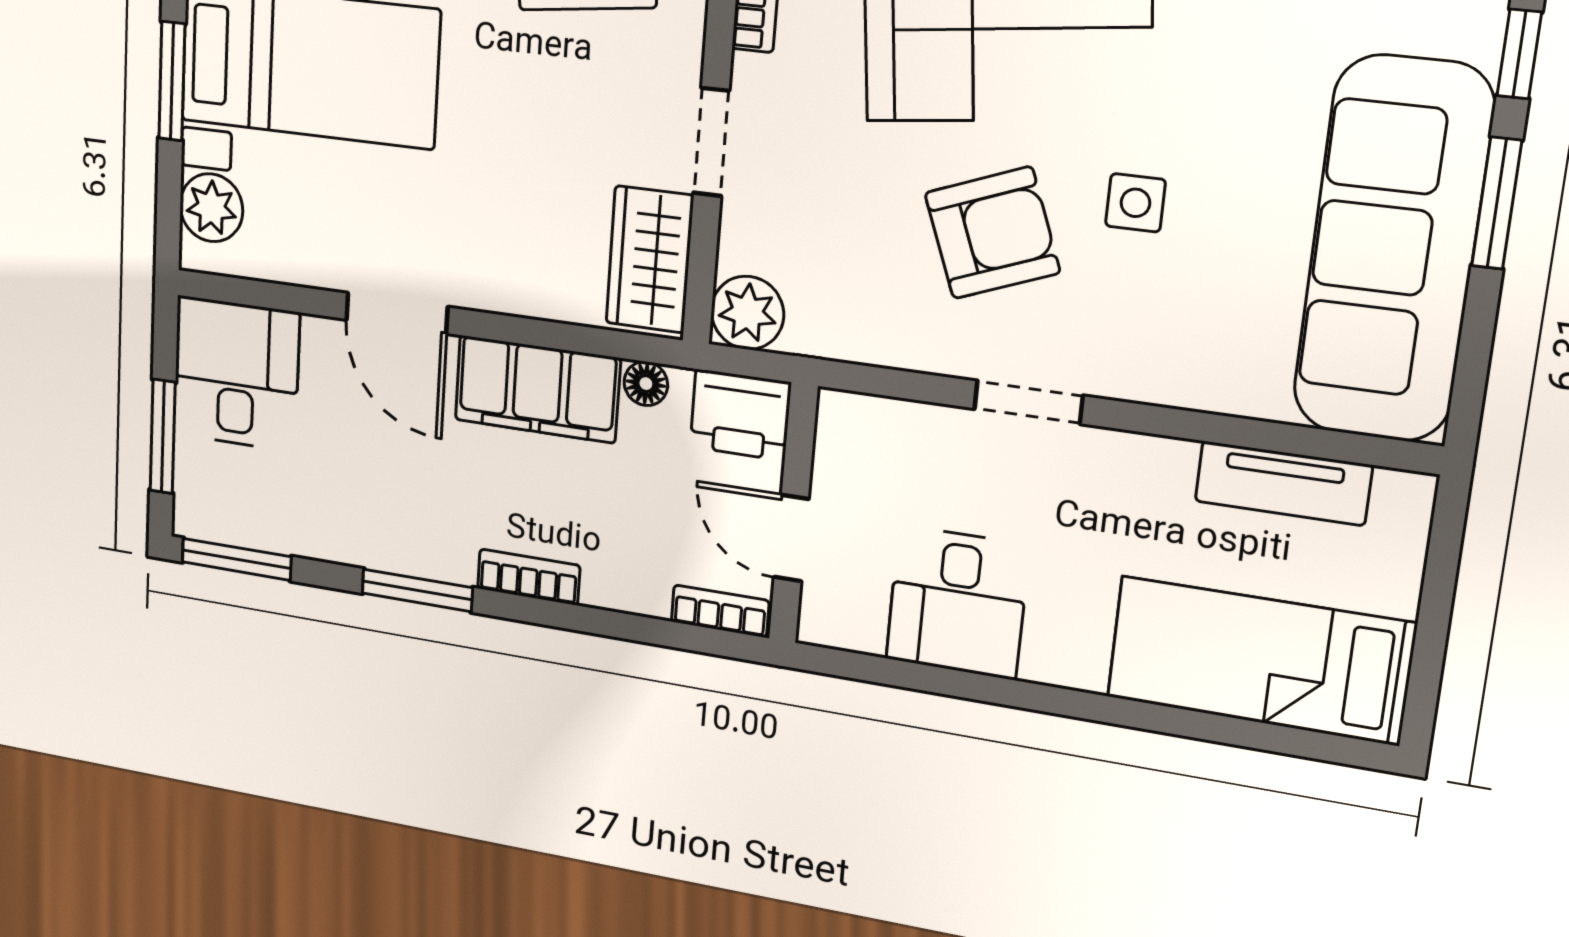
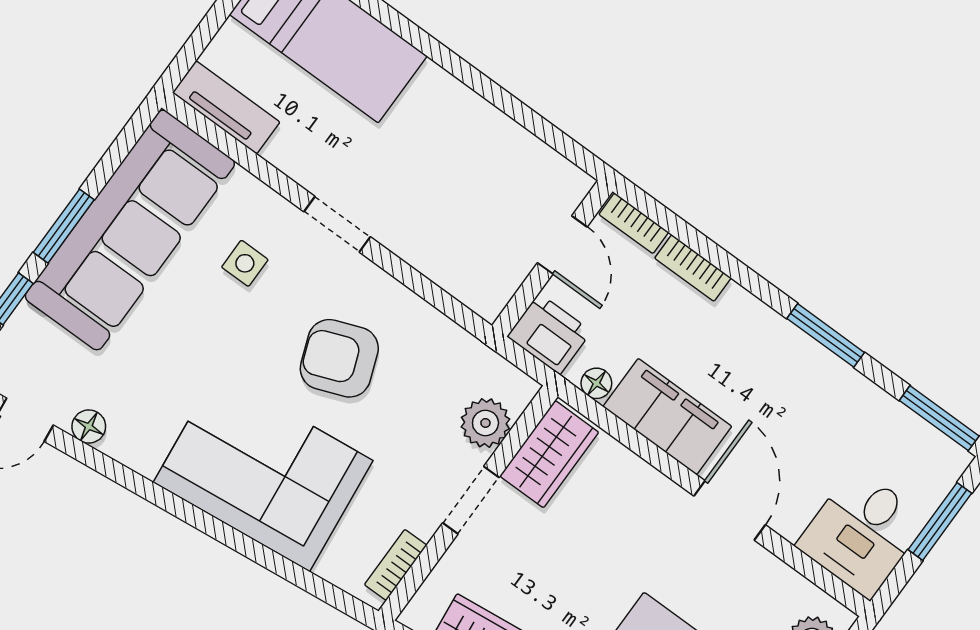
side table: (1135, 203) -> (245, 263), moved
plant: (747, 313) -> (485, 423), moved
doorway: (1028, 402) -> (337, 224), moved
tv unit: (1283, 483) -> (226, 107), moved
bookcase: (529, 577) -> (693, 268), moved
desk: (957, 602) -> (484, 156), removed

